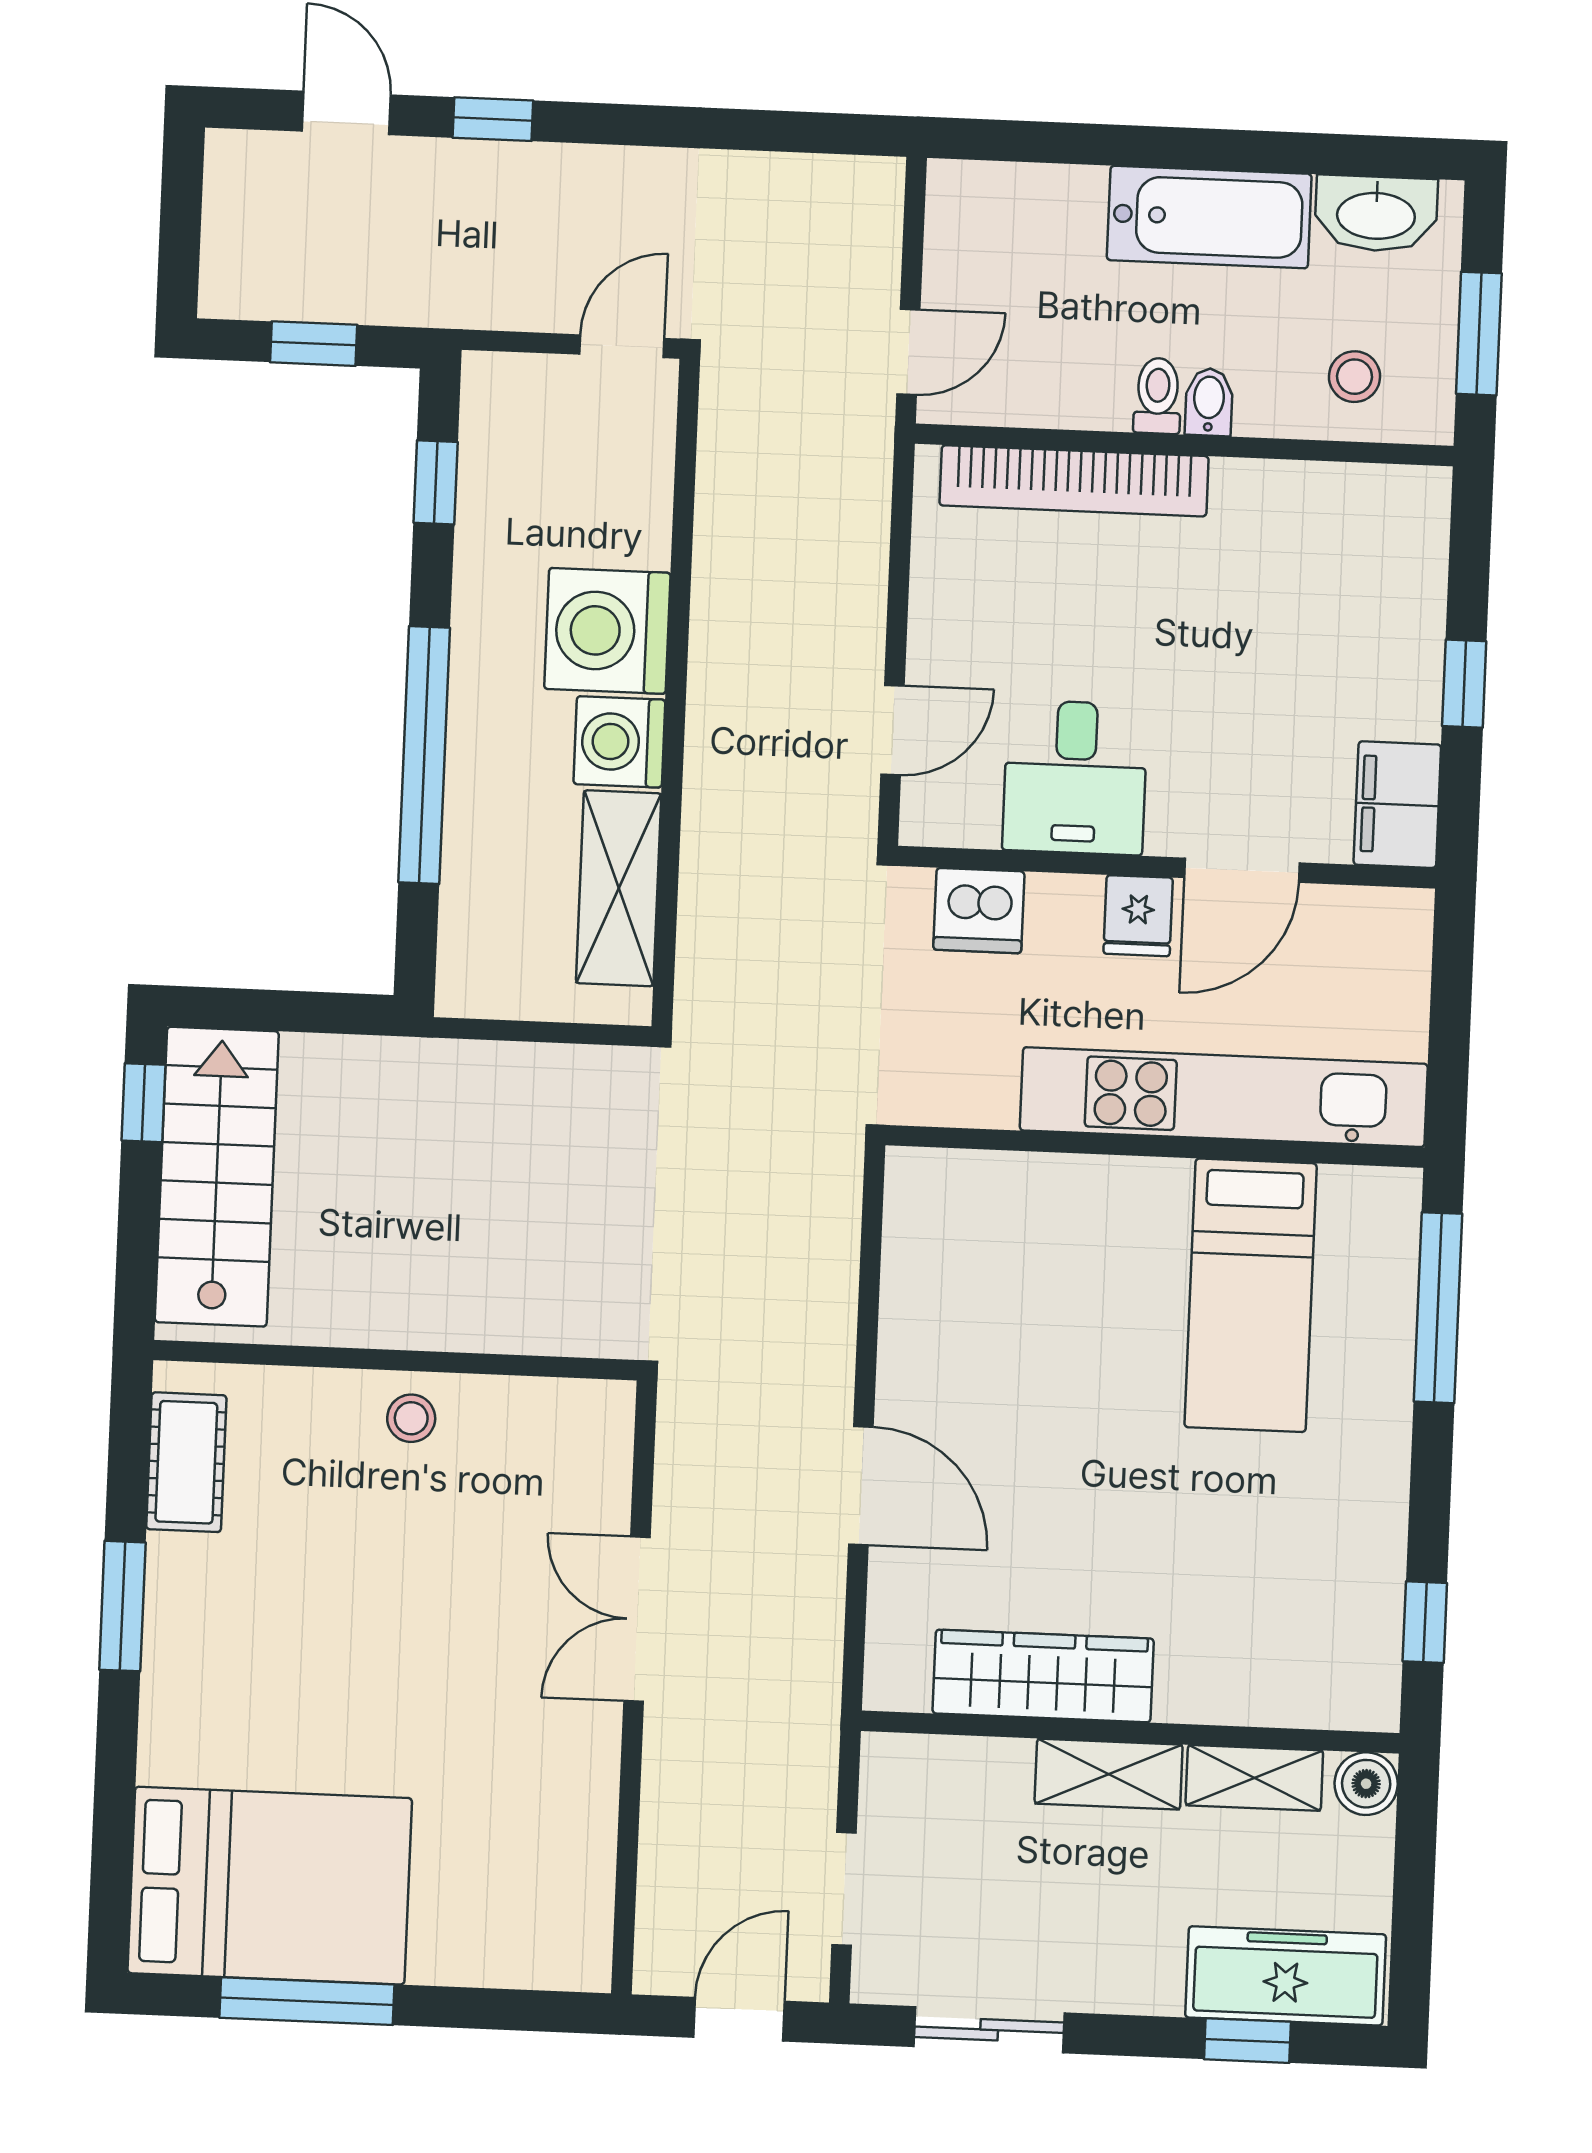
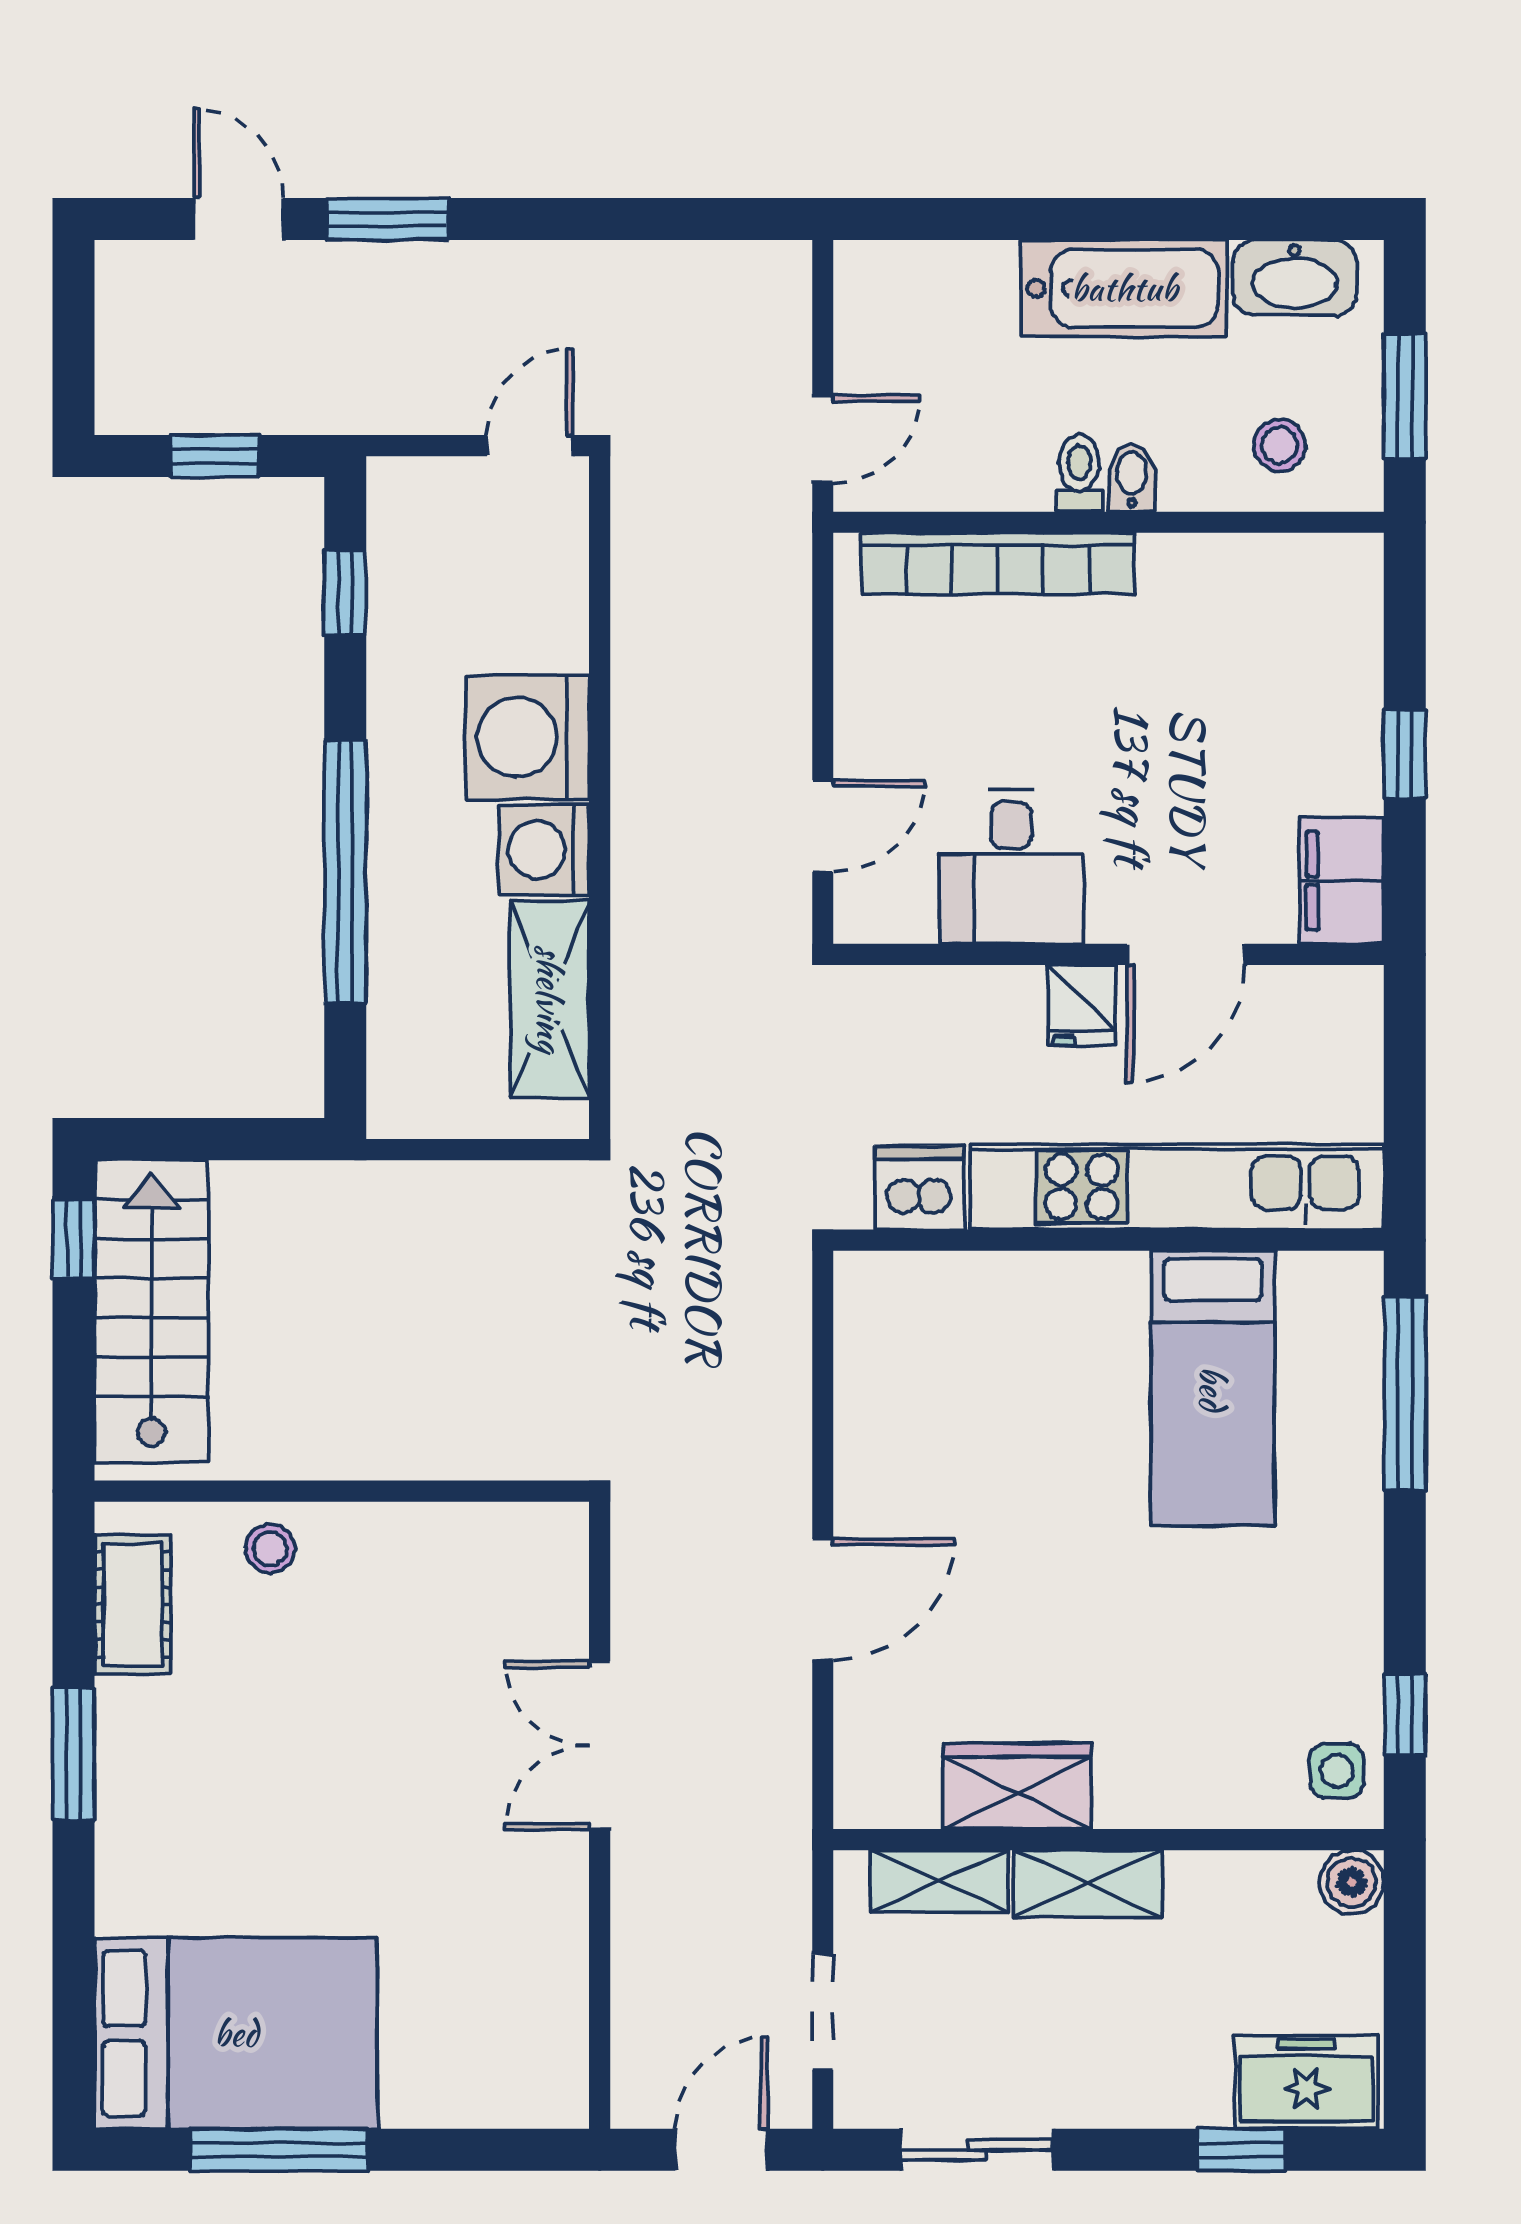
window: (493, 119) -> (388, 219), width x1.50
dishwasher: (979, 911) -> (919, 1188), moved, turned 180
stool: (411, 1418) -> (270, 1548), moved
door: (861, 1486) -> (823, 1599), hinge flipped
side table: (1356, 1674) -> (1337, 1771), added
wardrobe: (1043, 1676) -> (1017, 1786), width x0.67
shelving: (1254, 1778) -> (939, 1881), moved
freezer: (1286, 1976) -> (1306, 2082), width x0.71

